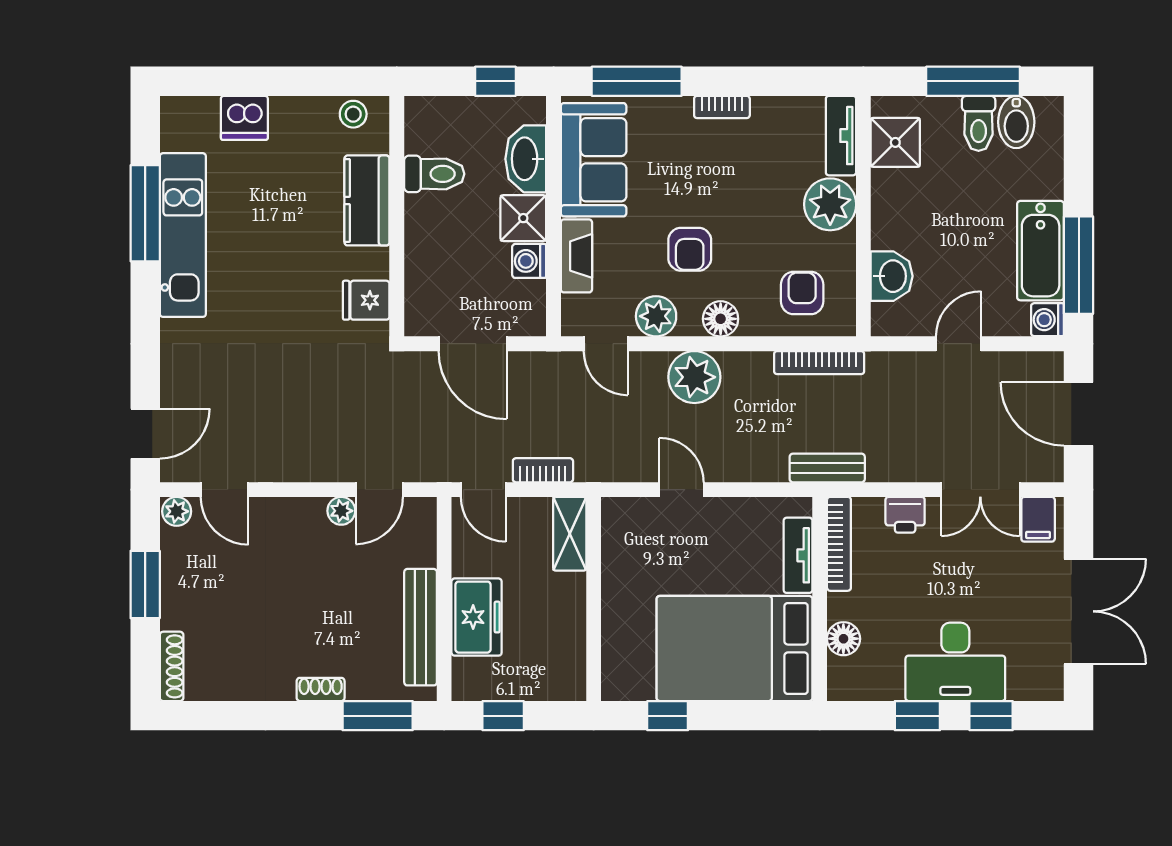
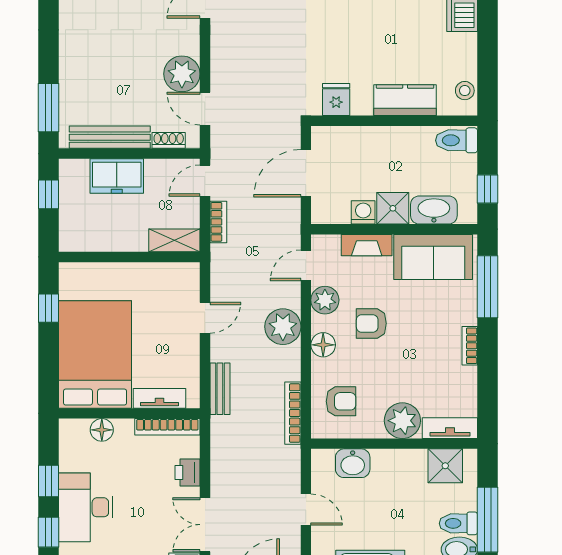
toilet: (434, 174) -> (457, 140), moved, turned 90
bench: (827, 468) -> (220, 389), moved
plant: (341, 511) -> (182, 74), width x1.88, depth x1.88
shoe rack: (321, 689) -> (169, 140), moved, turned -90

